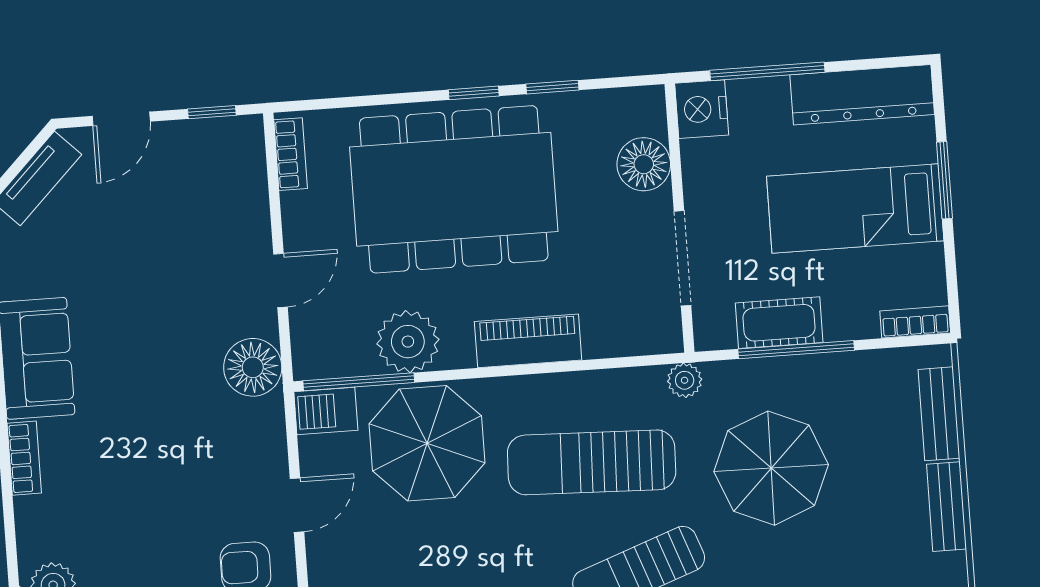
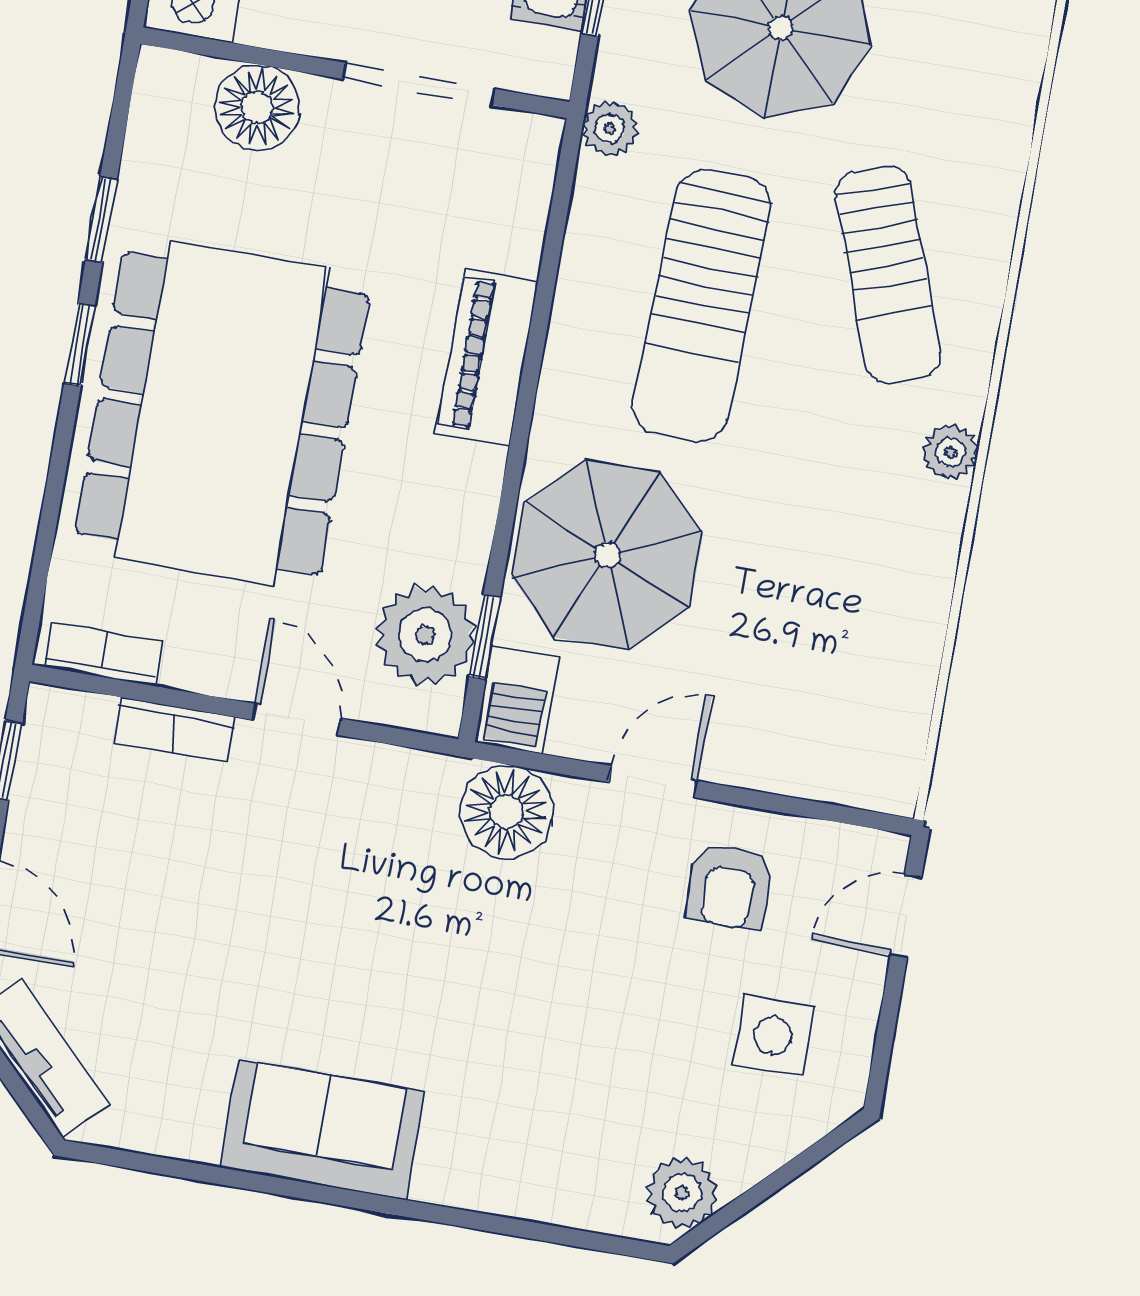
plant: (408, 342) -> (426, 635), moved
floor lamp: (253, 367) -> (506, 812), moved
window: (359, 382) -> (485, 637), width x0.46
bookcase: (24, 458) -> (175, 730), moved, turned 180
door: (297, 505) -> (653, 782), hinge flipped

